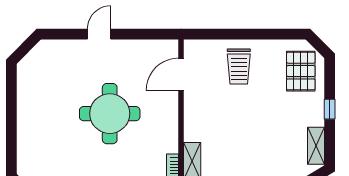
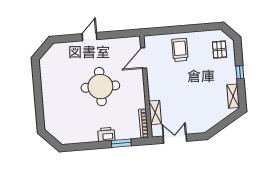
trolley: (239, 67) -> (180, 50), turned 180
pallet: (301, 71) -> (220, 50), width x0.67, depth x0.71

